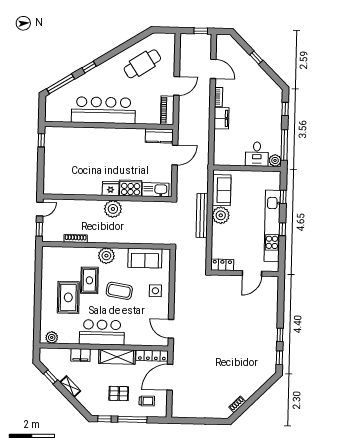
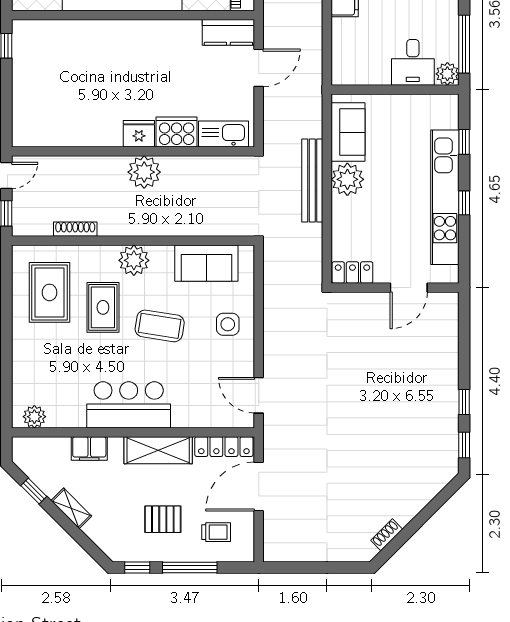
rug: (68, 297) -> (49, 292), moved

